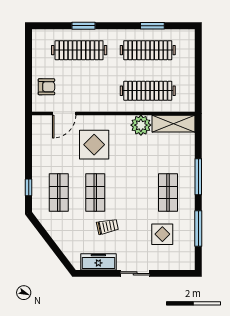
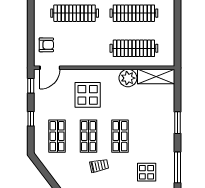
door: (64, 113) -> (50, 68), moved
window: (29, 134) -> (31, 86), added
window: (198, 177) -> (178, 123), width x0.69
window: (29, 187) -> (31, 119), moved
shop shelf: (168, 193) -> (120, 136), moved

